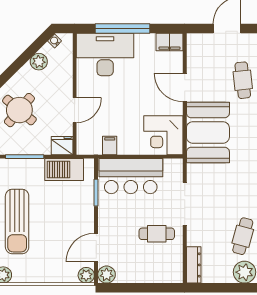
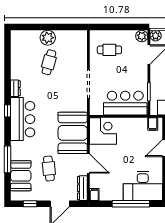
filing cabinet: (170, 42) -> (94, 195), width x0.50
filing cabinet: (110, 145) -> (153, 124), moved
cafe table: (157, 234) -> (109, 50), moved
dresser: (194, 265) -> (82, 188), moved

